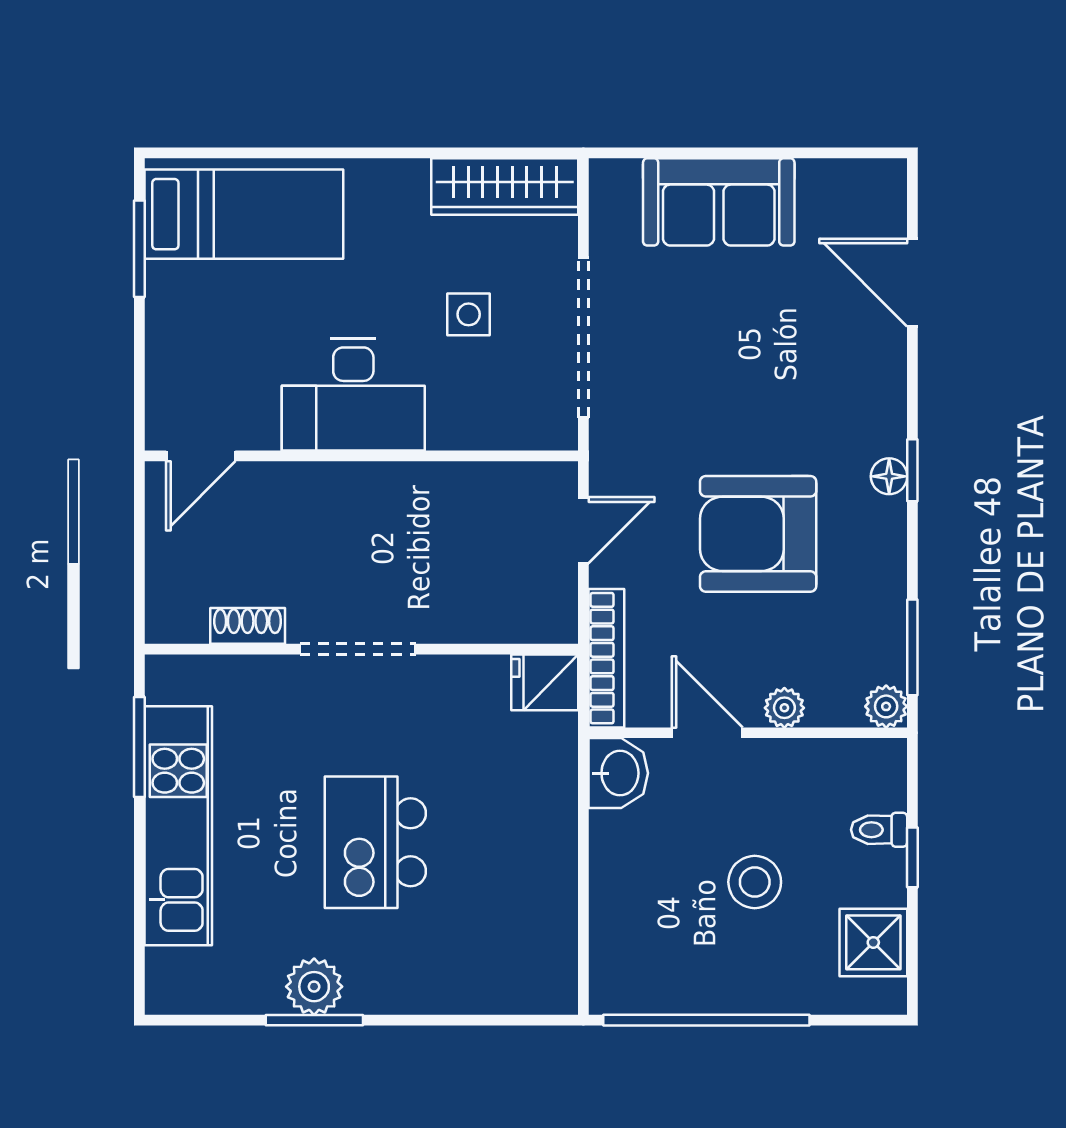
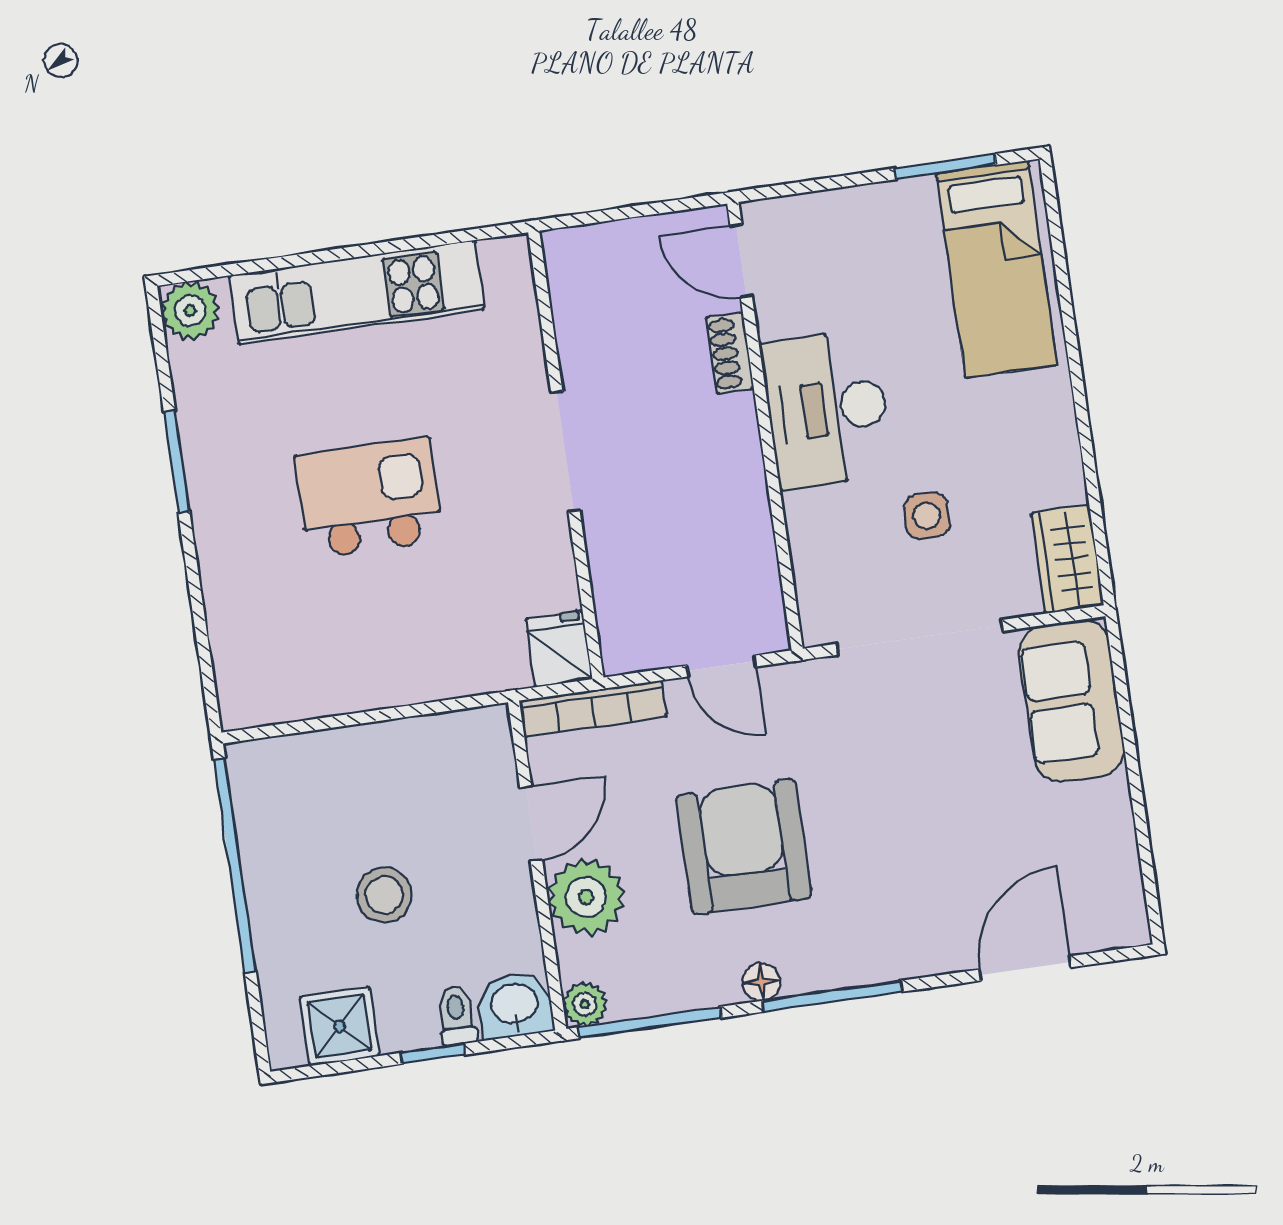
wardrobe: (505, 187) -> (1068, 559), width x0.67
sofa: (719, 202) -> (1072, 701), moved
window: (912, 470) -> (832, 996), width x2.17
floor lamp: (889, 476) -> (761, 982), moved
shoe rack: (248, 626) -> (730, 353), moved, turned 180
window: (912, 647) -> (650, 1023), width x1.44
plant: (784, 708) -> (586, 897), width x1.88, depth x1.88
window: (139, 747) -> (432, 241), removed
washbasin: (618, 773) -> (515, 1005), moved, turned 180
plant: (314, 987) -> (190, 311), moved

